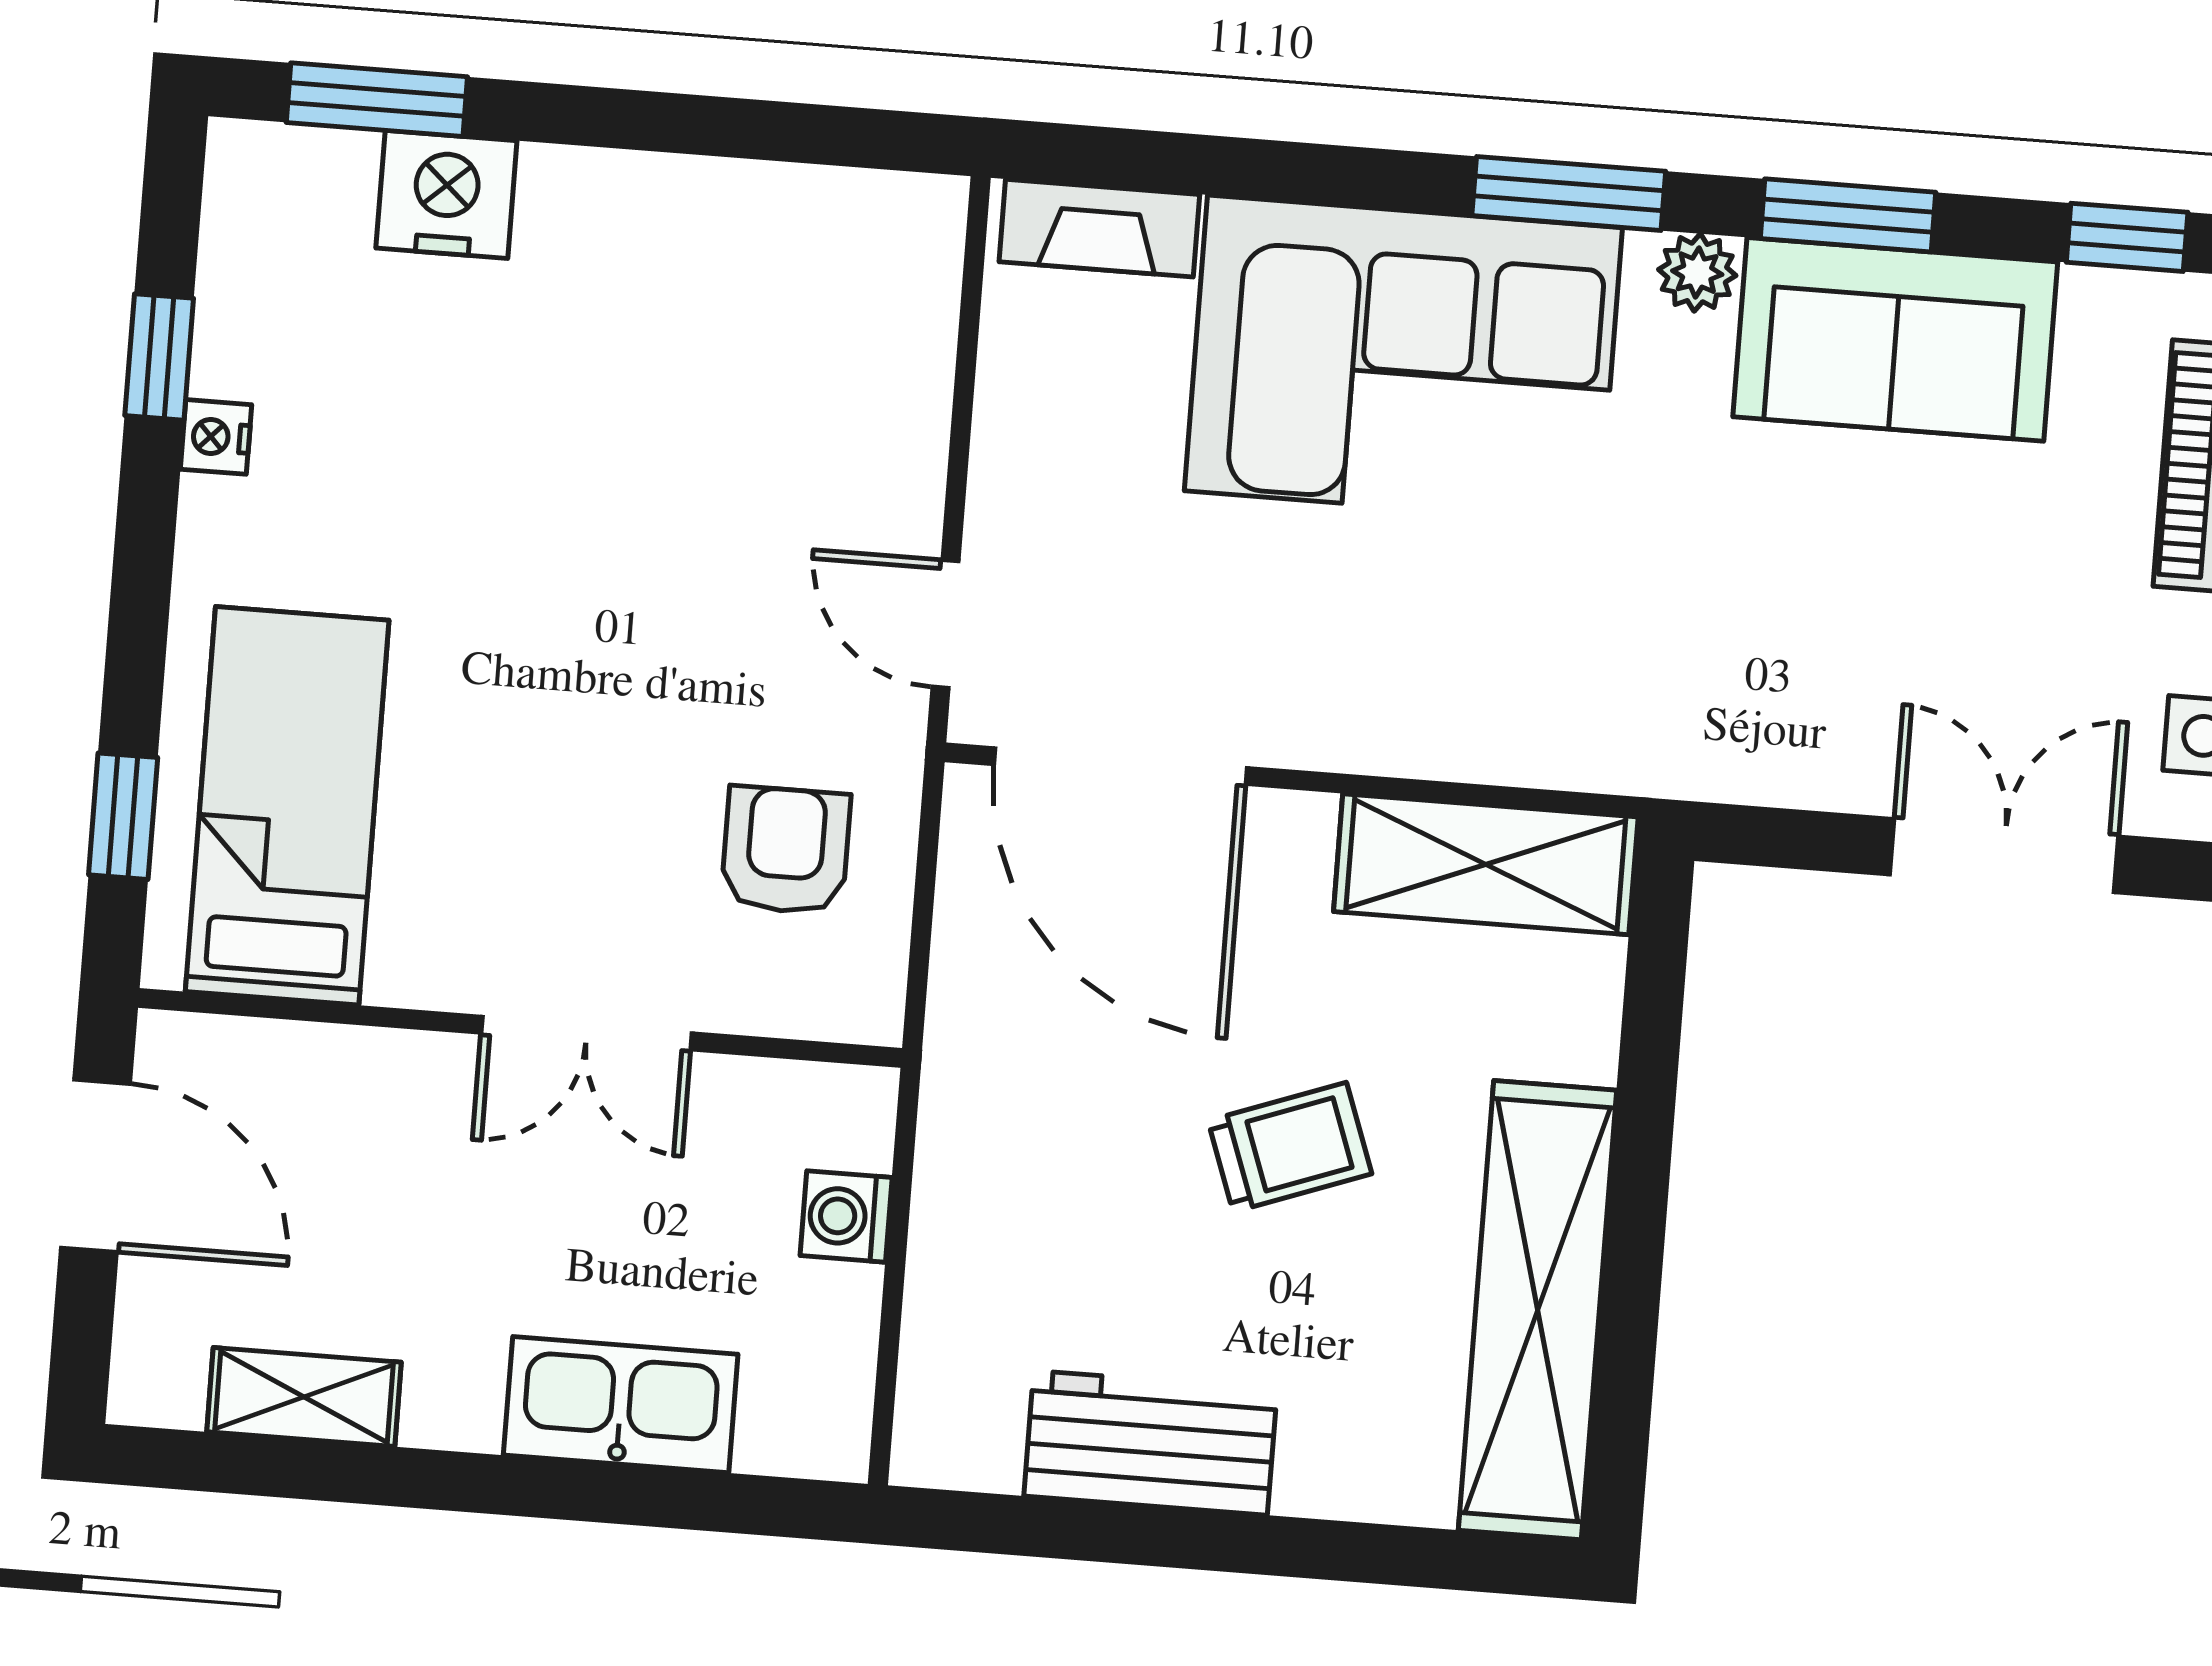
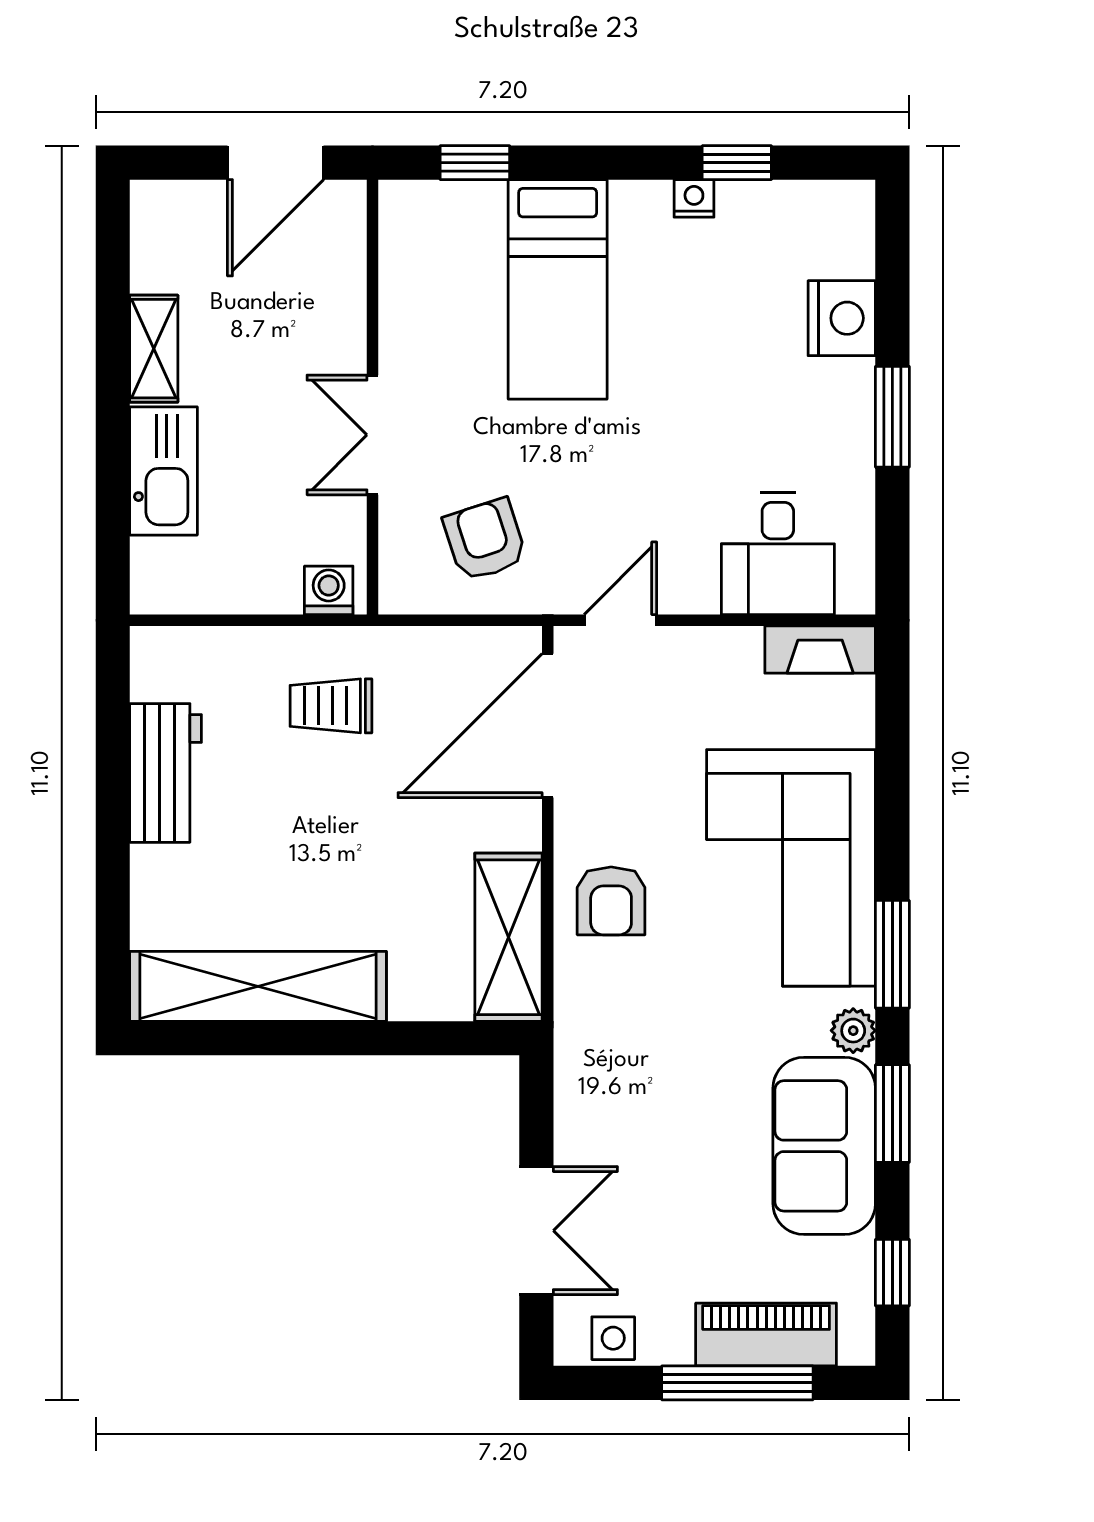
window: (377, 100) -> (892, 417), moved
fireplace: (1099, 228) -> (820, 650), moved, turned -90
desk: (850, 339) -> (778, 554), added
armchair: (1436, 679) -> (611, 901), added
bed: (287, 806) -> (558, 289), moved, turned 90
armchair: (786, 850) -> (485, 540), turned -108
trolley: (1290, 1147) -> (331, 706), moved, turned 110
washing machine: (846, 1217) -> (329, 590), moved
shelving: (304, 1397) -> (154, 349), moved

